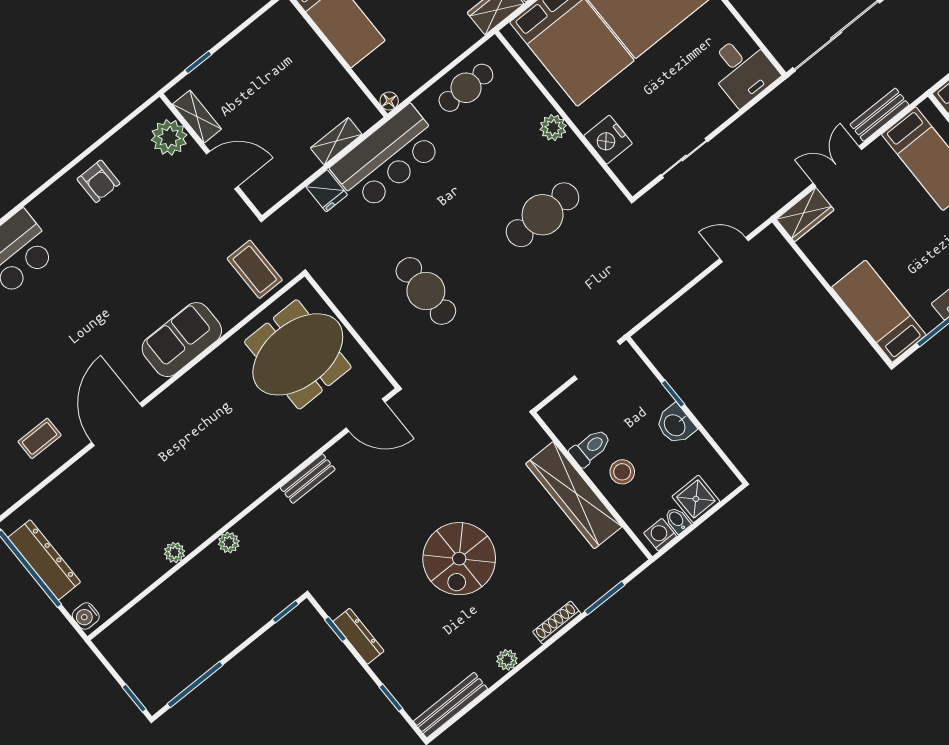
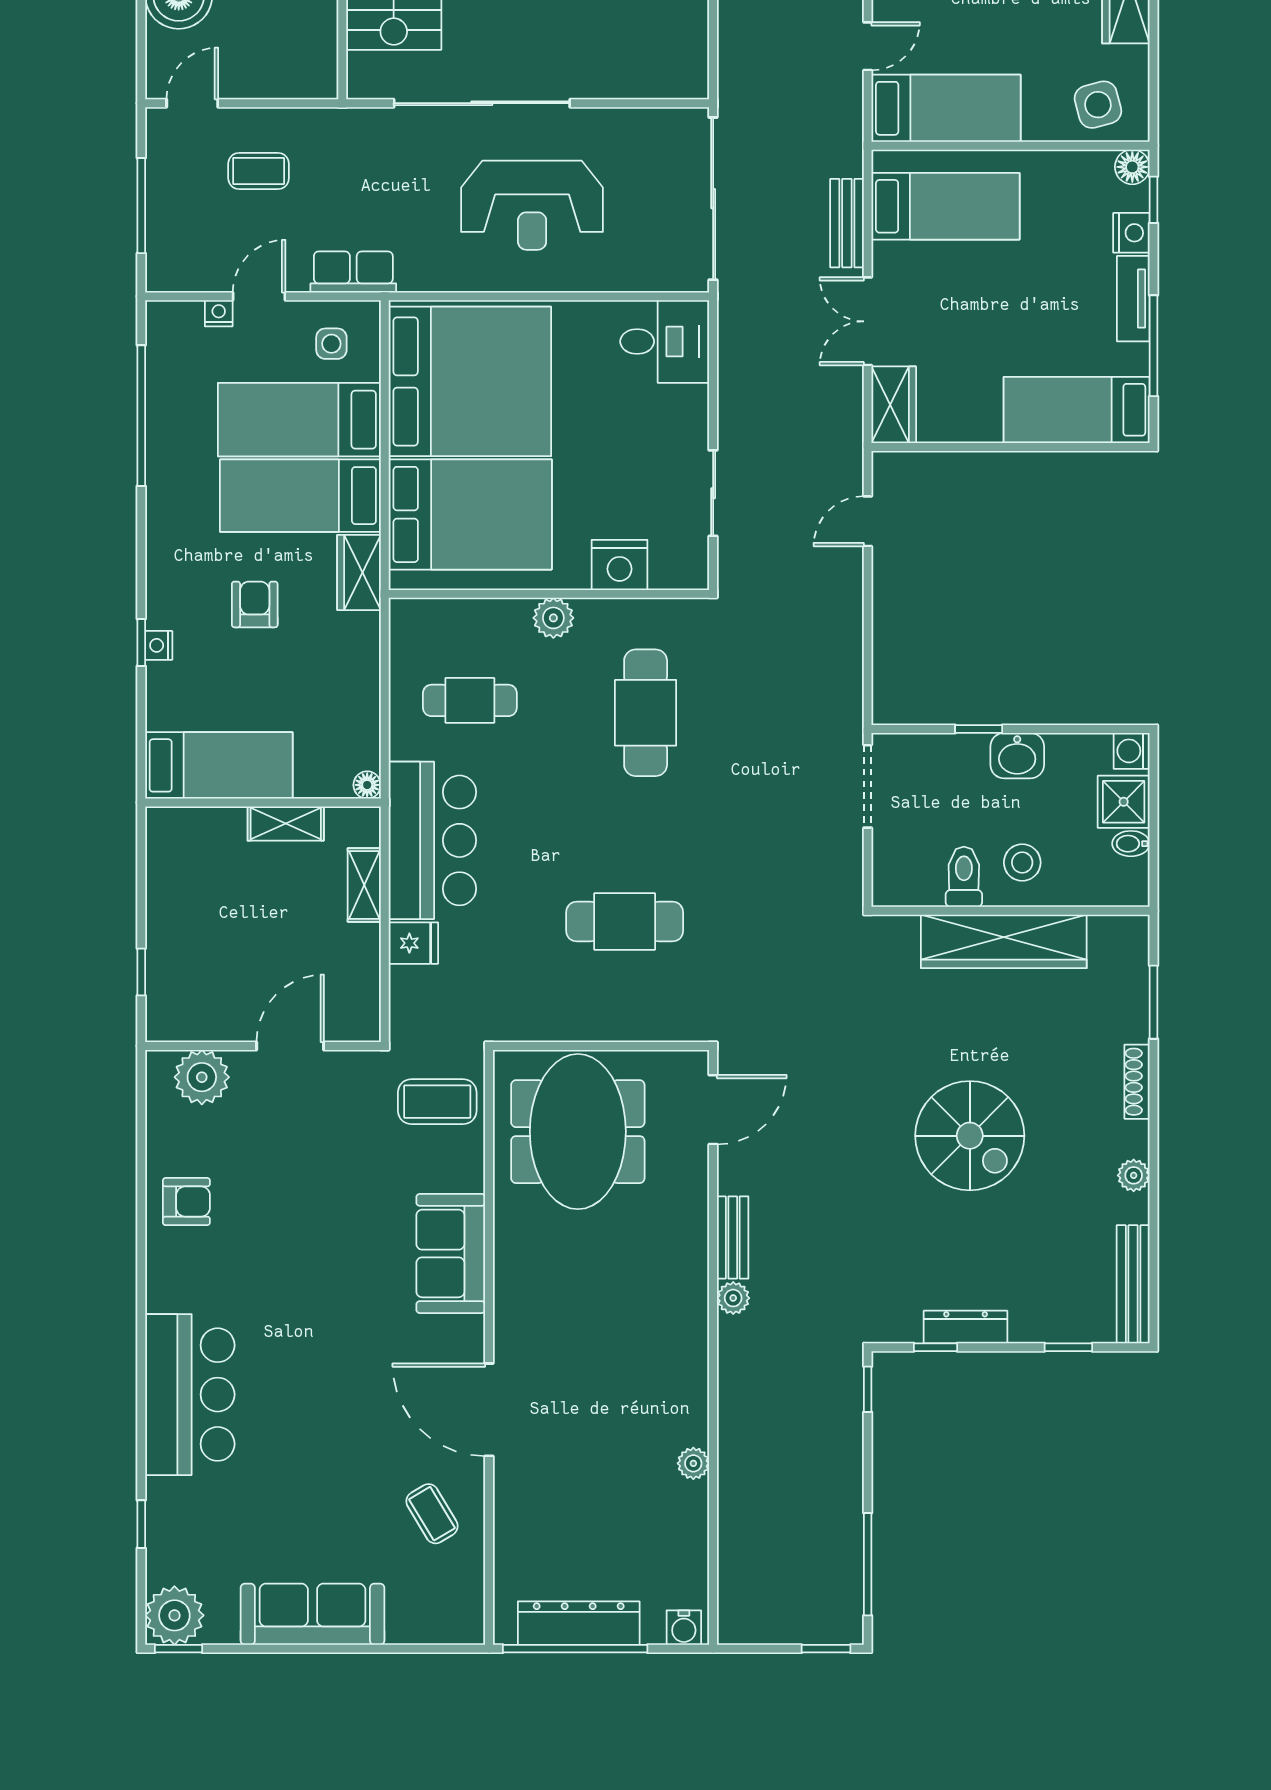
cafe table: (466, 88) -> (470, 700), moved, turned 90
shelving: (197, 117) -> (286, 824), moved
coffee table: (40, 438) -> (432, 1514), turned -31
washing machine: (660, 535) -> (1132, 751), moved
plant: (229, 543) -> (733, 1298), moved

